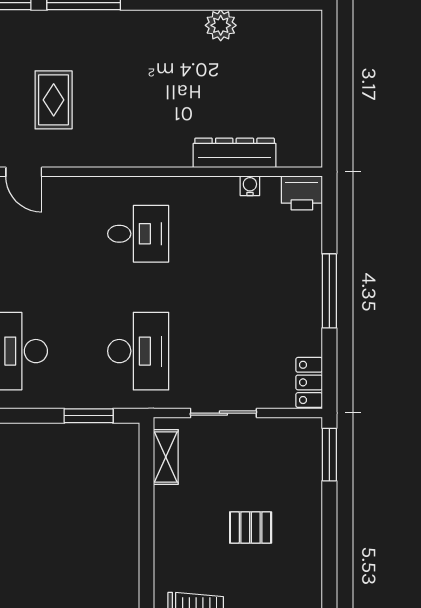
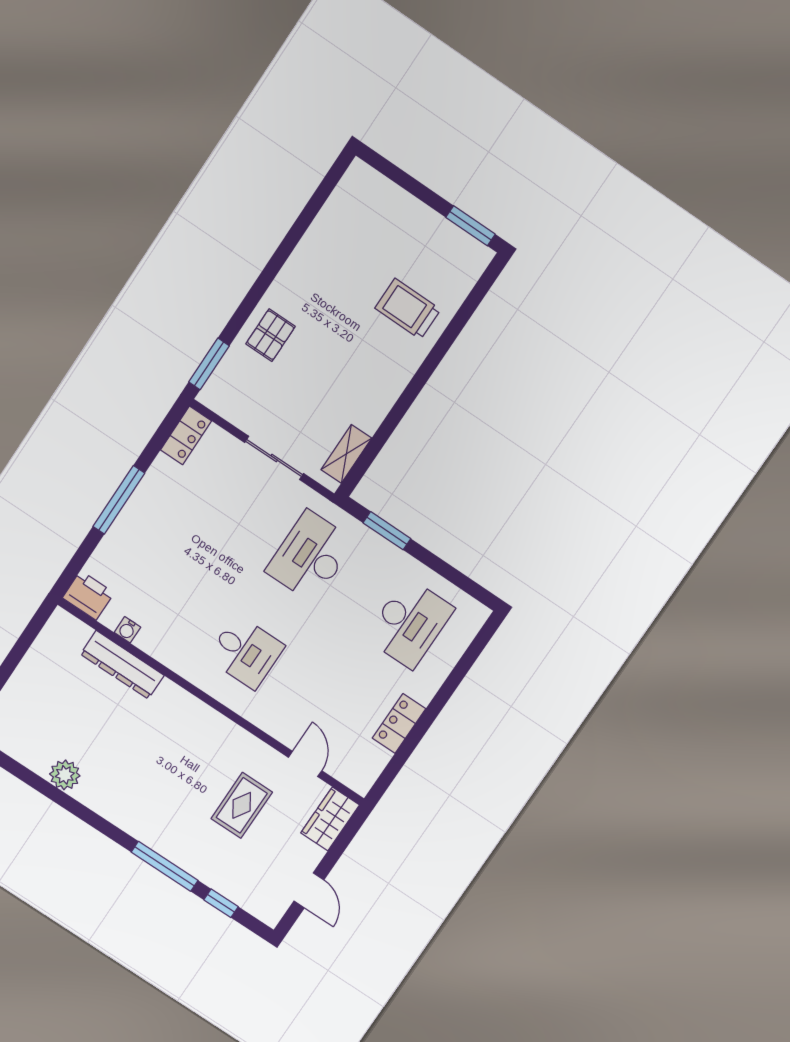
desk: (138, 234) -> (246, 652), turned 180
pallet: (251, 528) -> (271, 335), moved, turned 90

